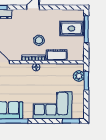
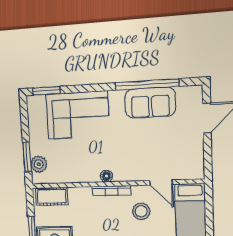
stool: (39, 40) -> (141, 211), moved
cot: (57, 55) -> (52, 196), moved

